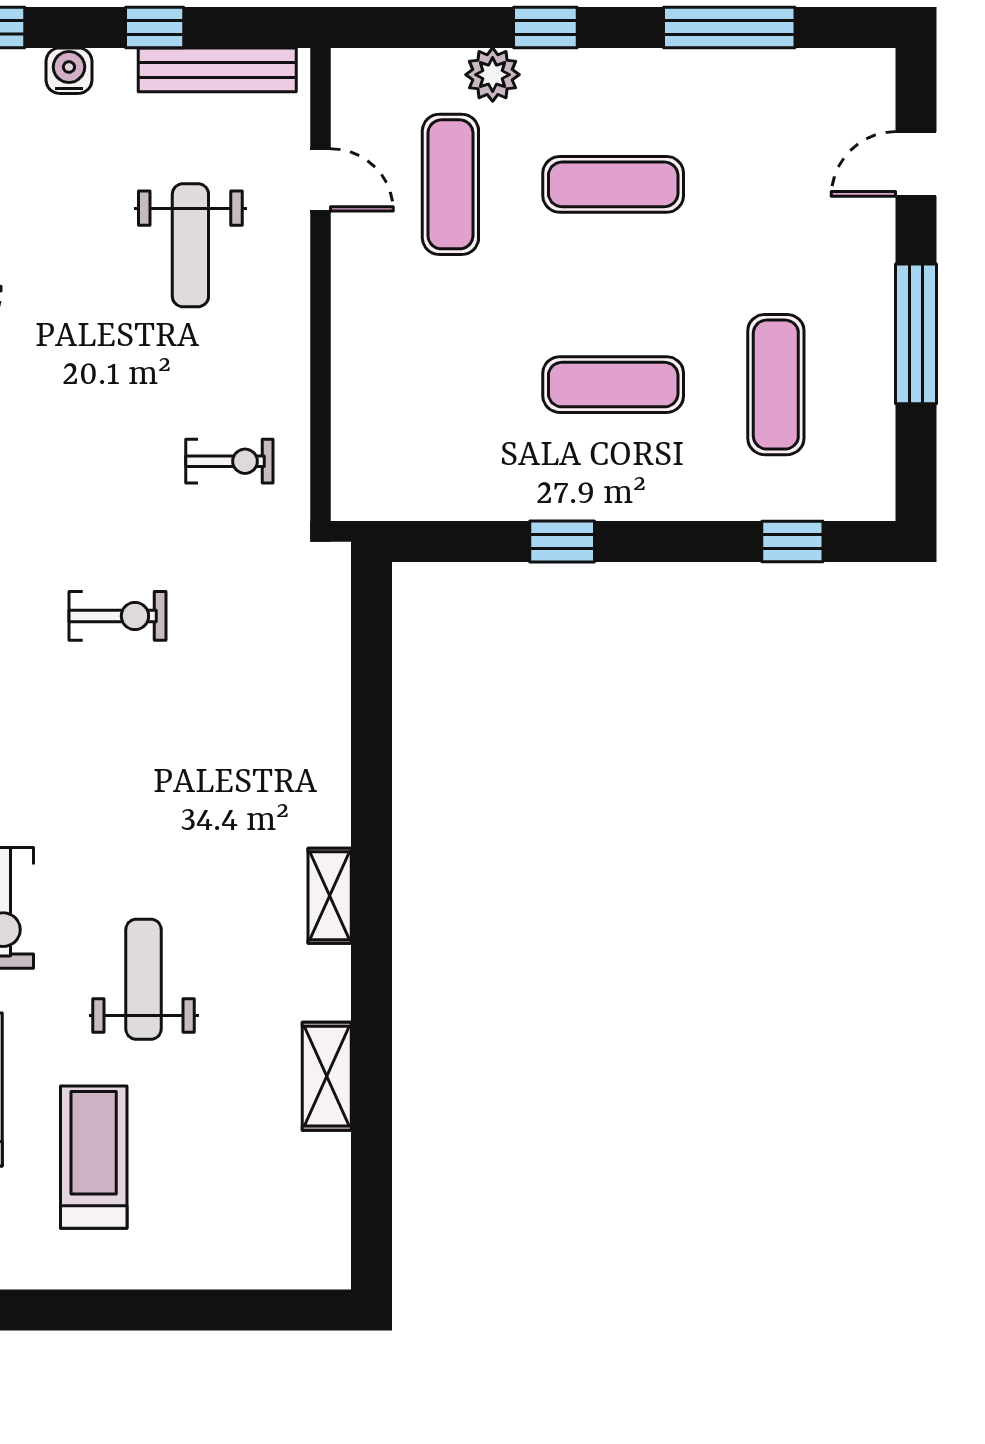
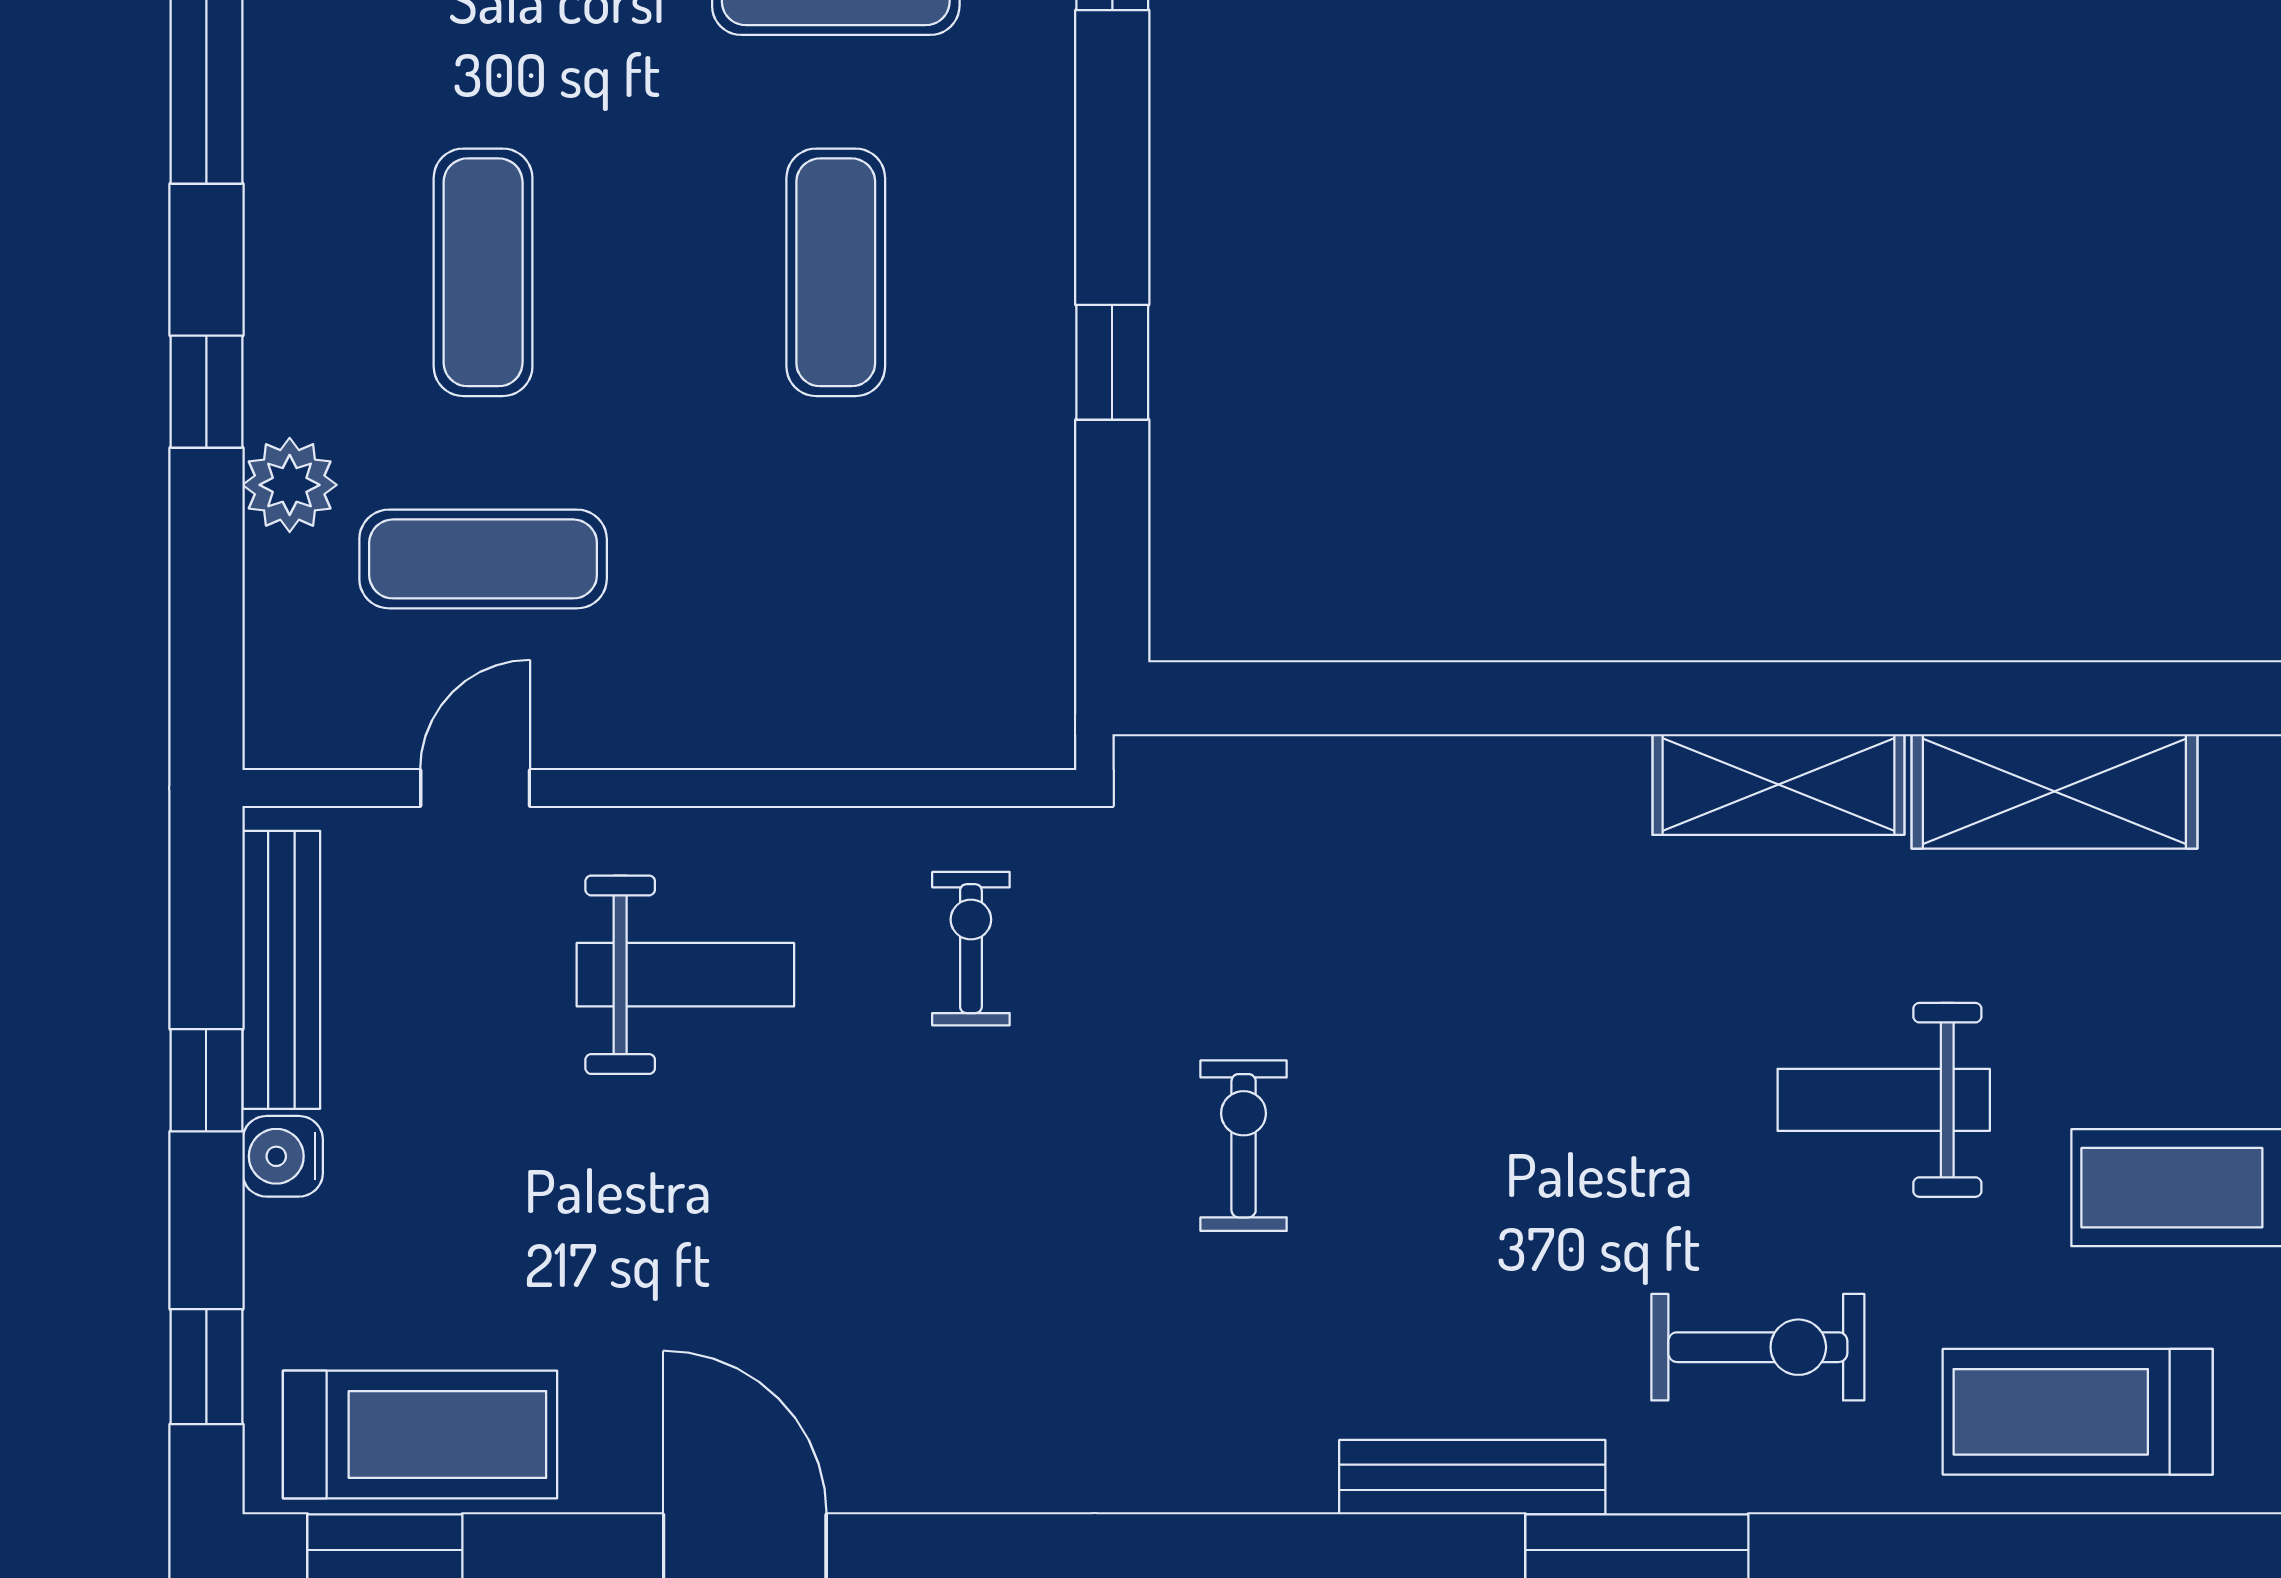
water cooler: (69, 71) -> (283, 1156), moved
weight bench: (190, 245) -> (685, 975), moved
shelving: (330, 896) -> (1778, 785), width x1.50, depth x1.33
shelving: (327, 1076) -> (2054, 791), width x1.50, depth x1.33

